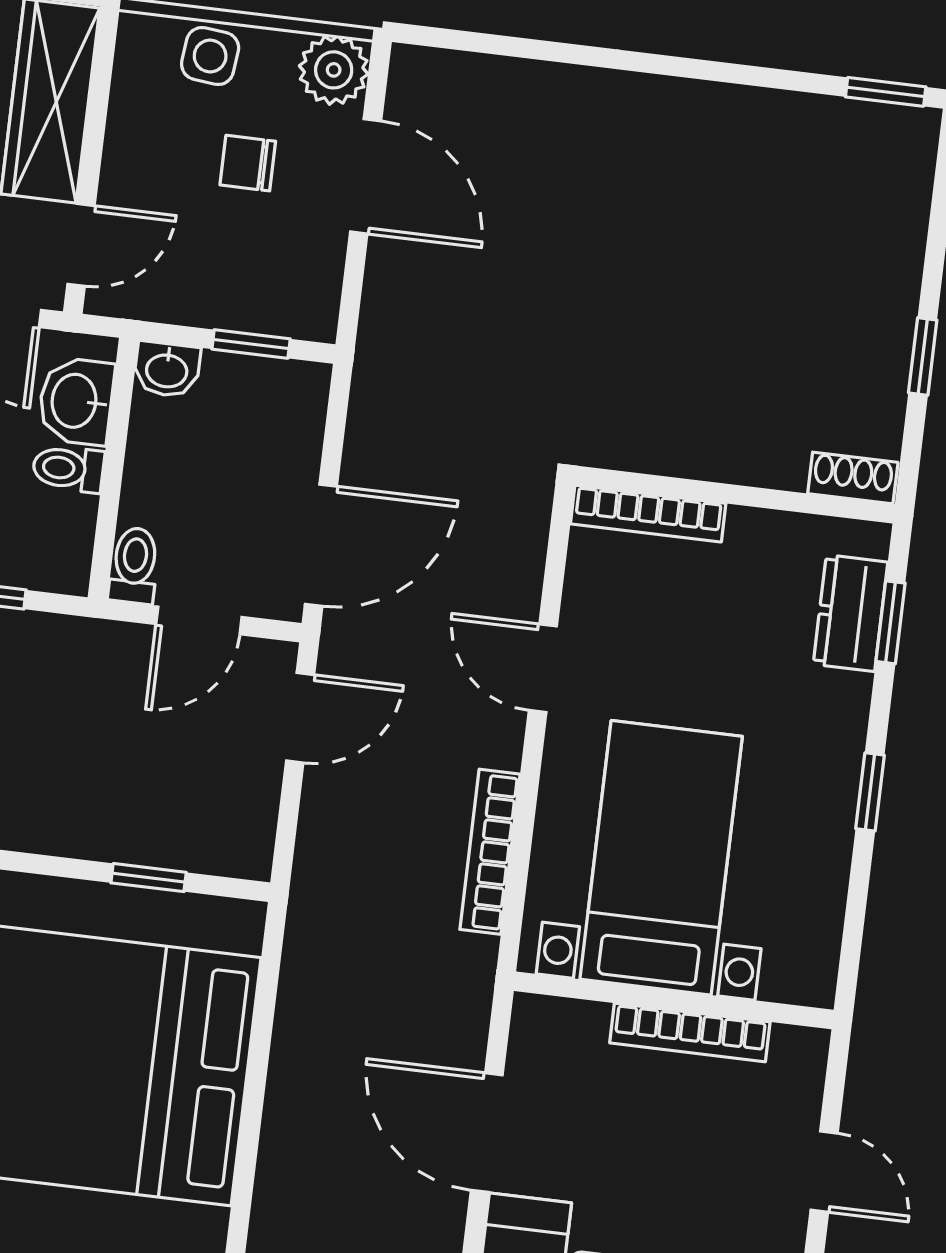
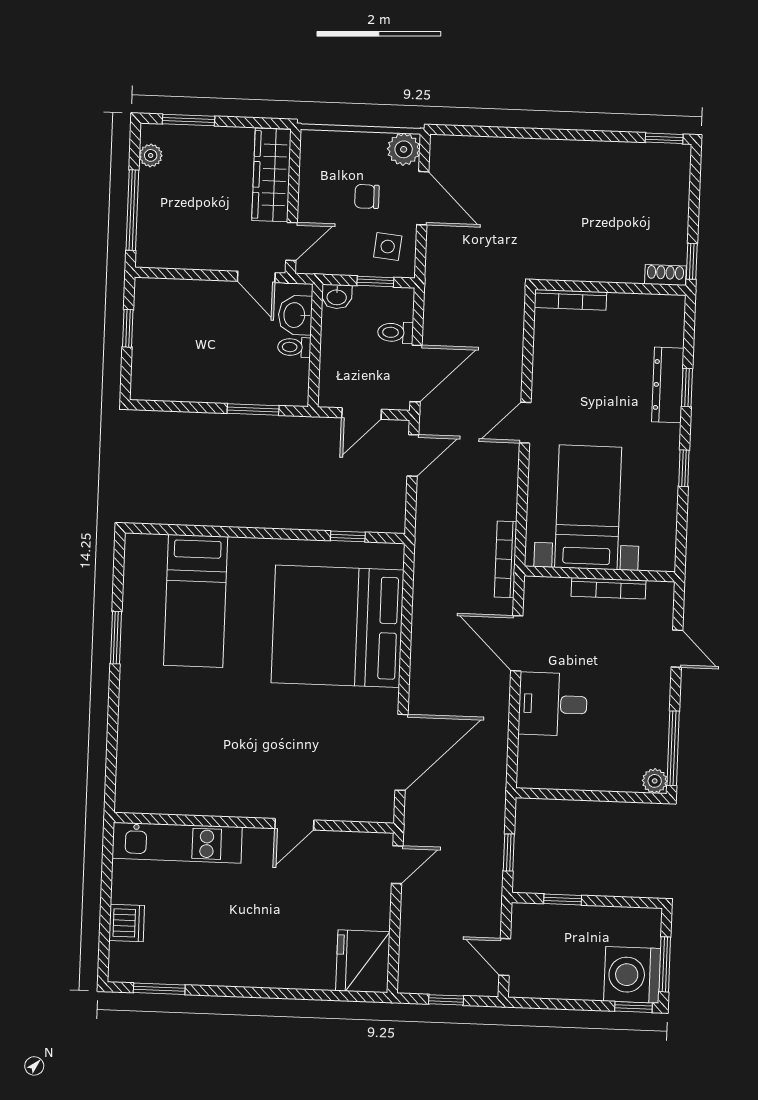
side table: (210, 56) -> (388, 247), moved
shoe rack: (853, 478) -> (665, 275), moved
wall: (735, 495) -> (611, 287), moved
bookcase: (648, 514) -> (570, 300), moved
toilet: (134, 565) -> (395, 332), moved, turned -90
dresser: (851, 613) -> (668, 385), width x1.44
door: (543, 668) -> (525, 423), hinge flipped
bookcase: (490, 852) -> (506, 559), moved

